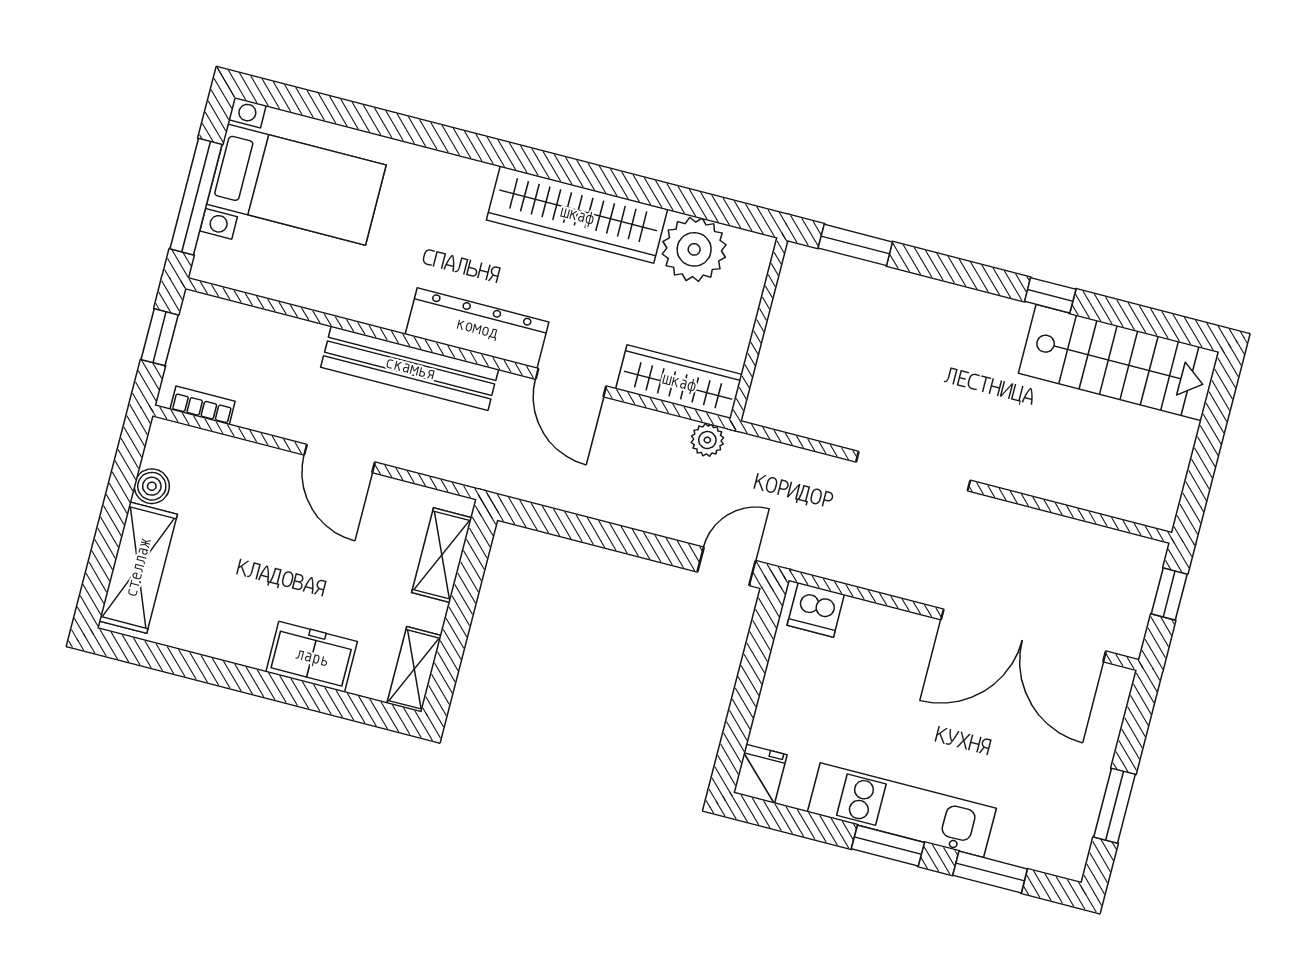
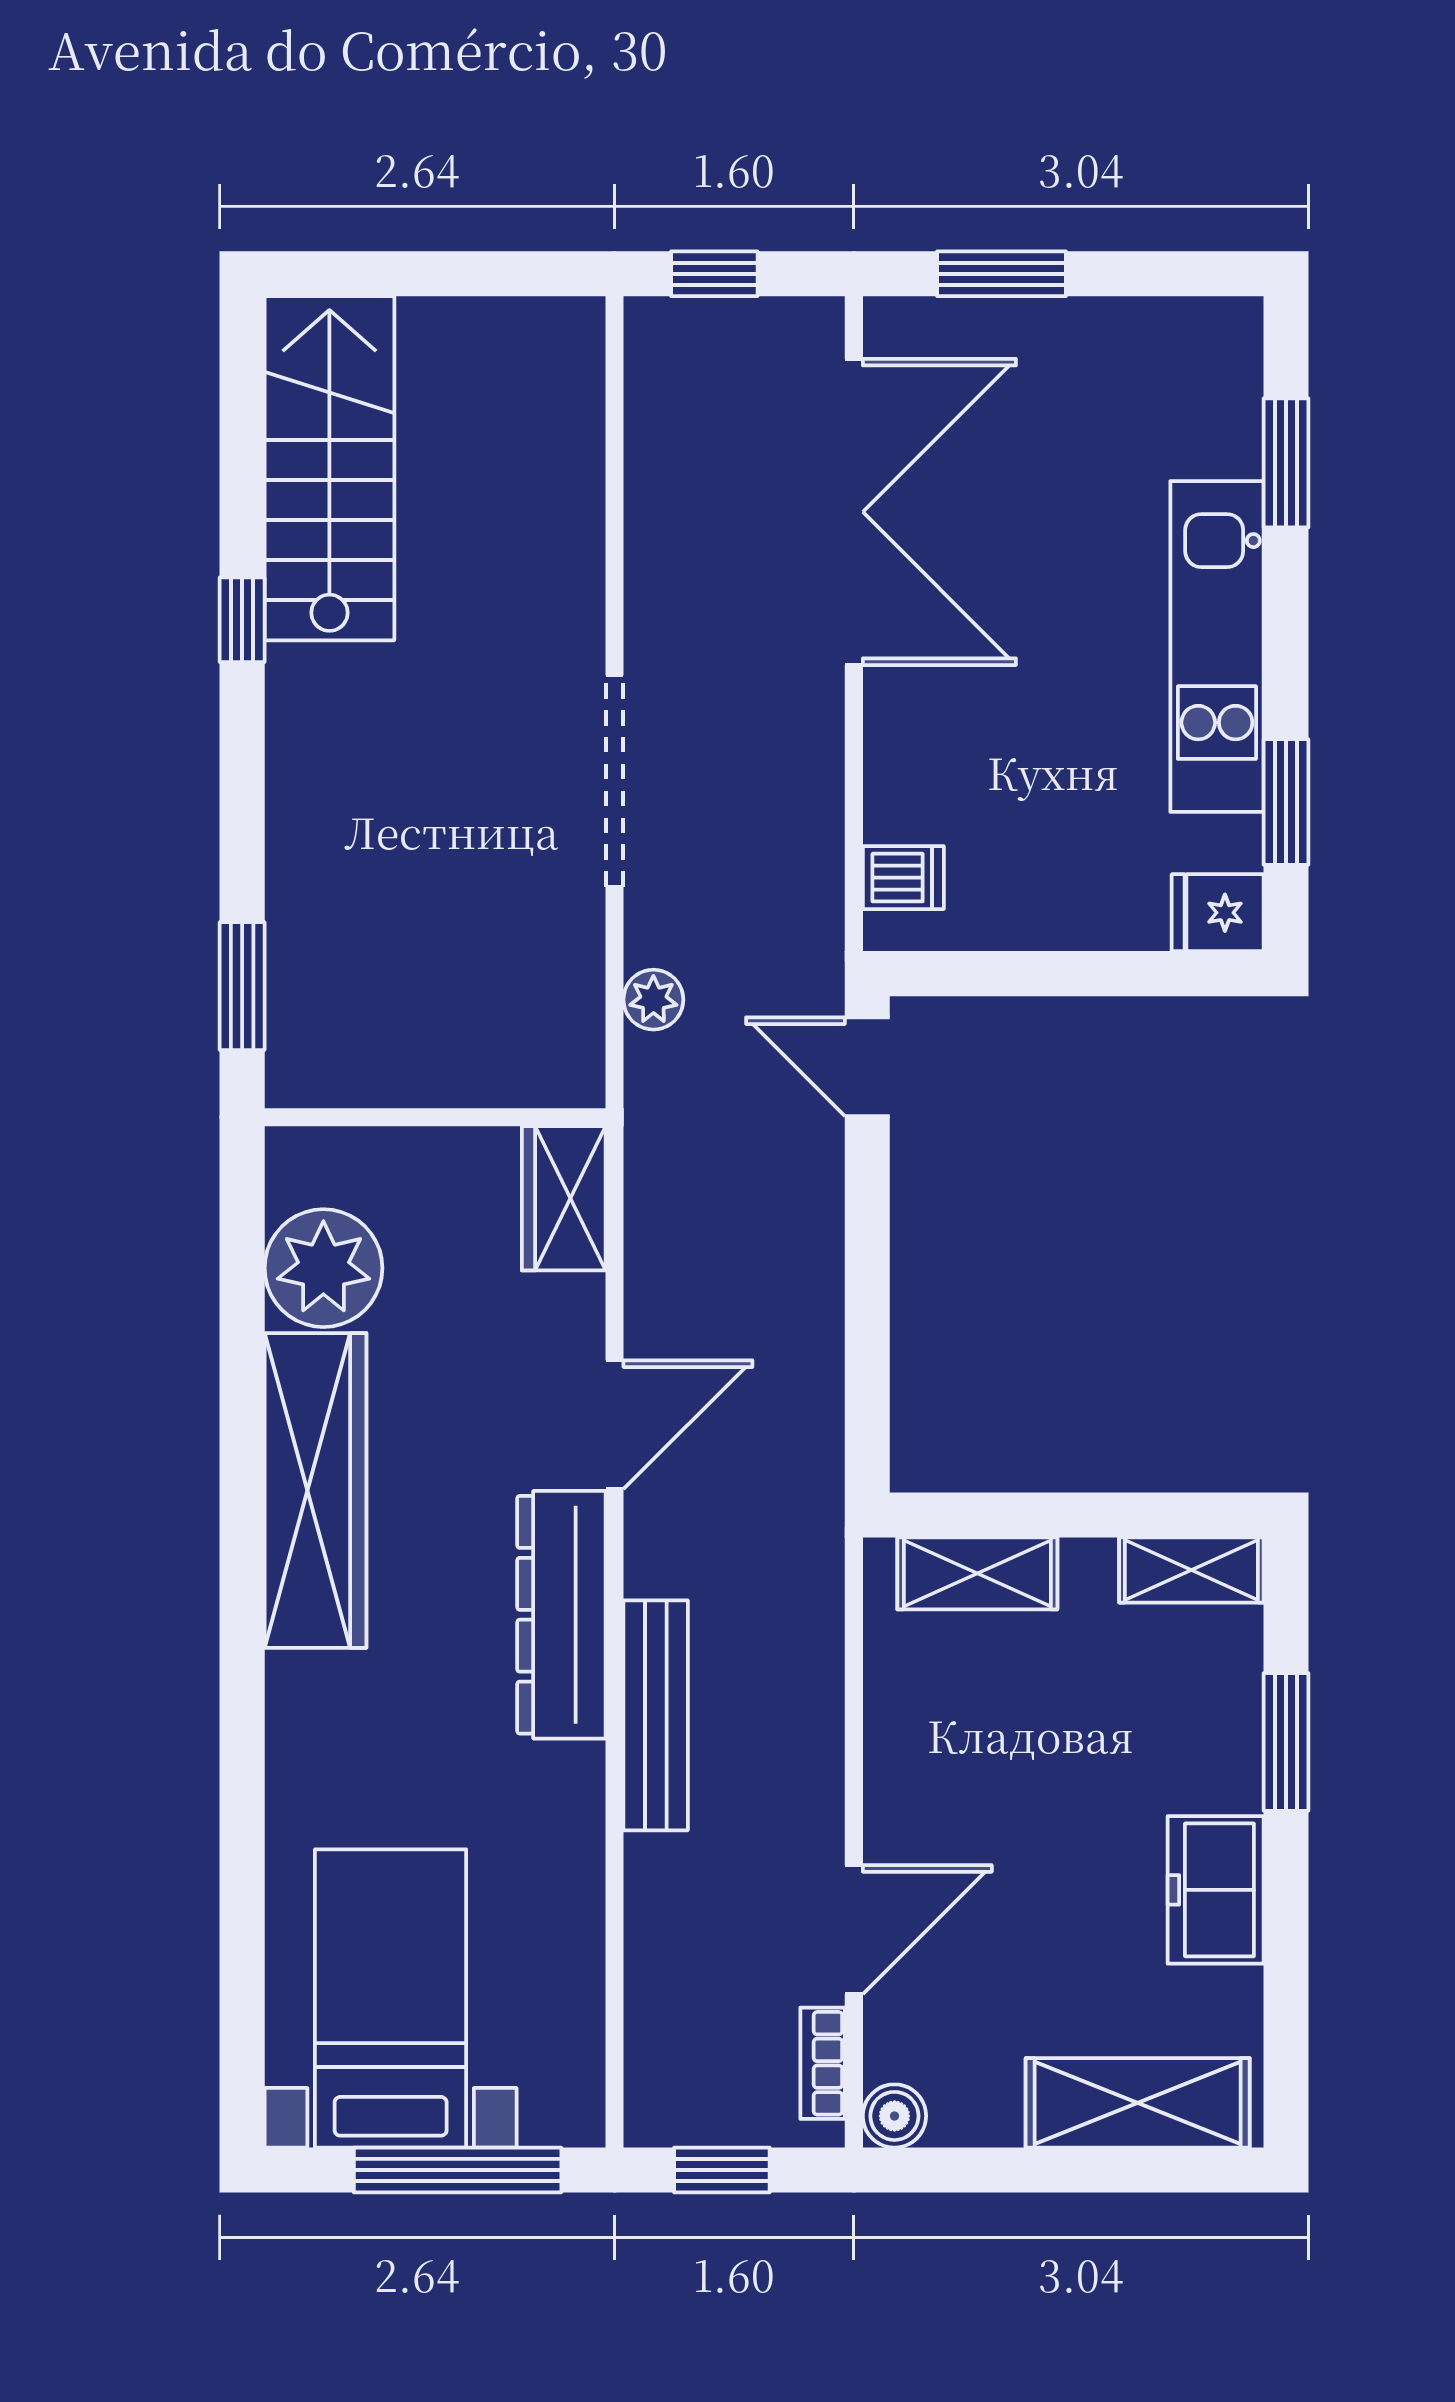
bench: (410, 368) -> (656, 1715), width x0.73, depth x0.82
wardrobe: (679, 382) -> (564, 1198), width x0.67
plant: (707, 440) -> (653, 1000), moved
door: (340, 459) -> (854, 1930), moved
boiler: (152, 486) -> (894, 2116), moved
dishwasher: (816, 610) -> (903, 878), width x0.73
freezer: (312, 657) -> (1216, 1890), moved
window: (310, 696) -> (1286, 1742), added
window: (1115, 806) -> (1001, 274), moved
window: (888, 846) -> (1286, 802), moved

